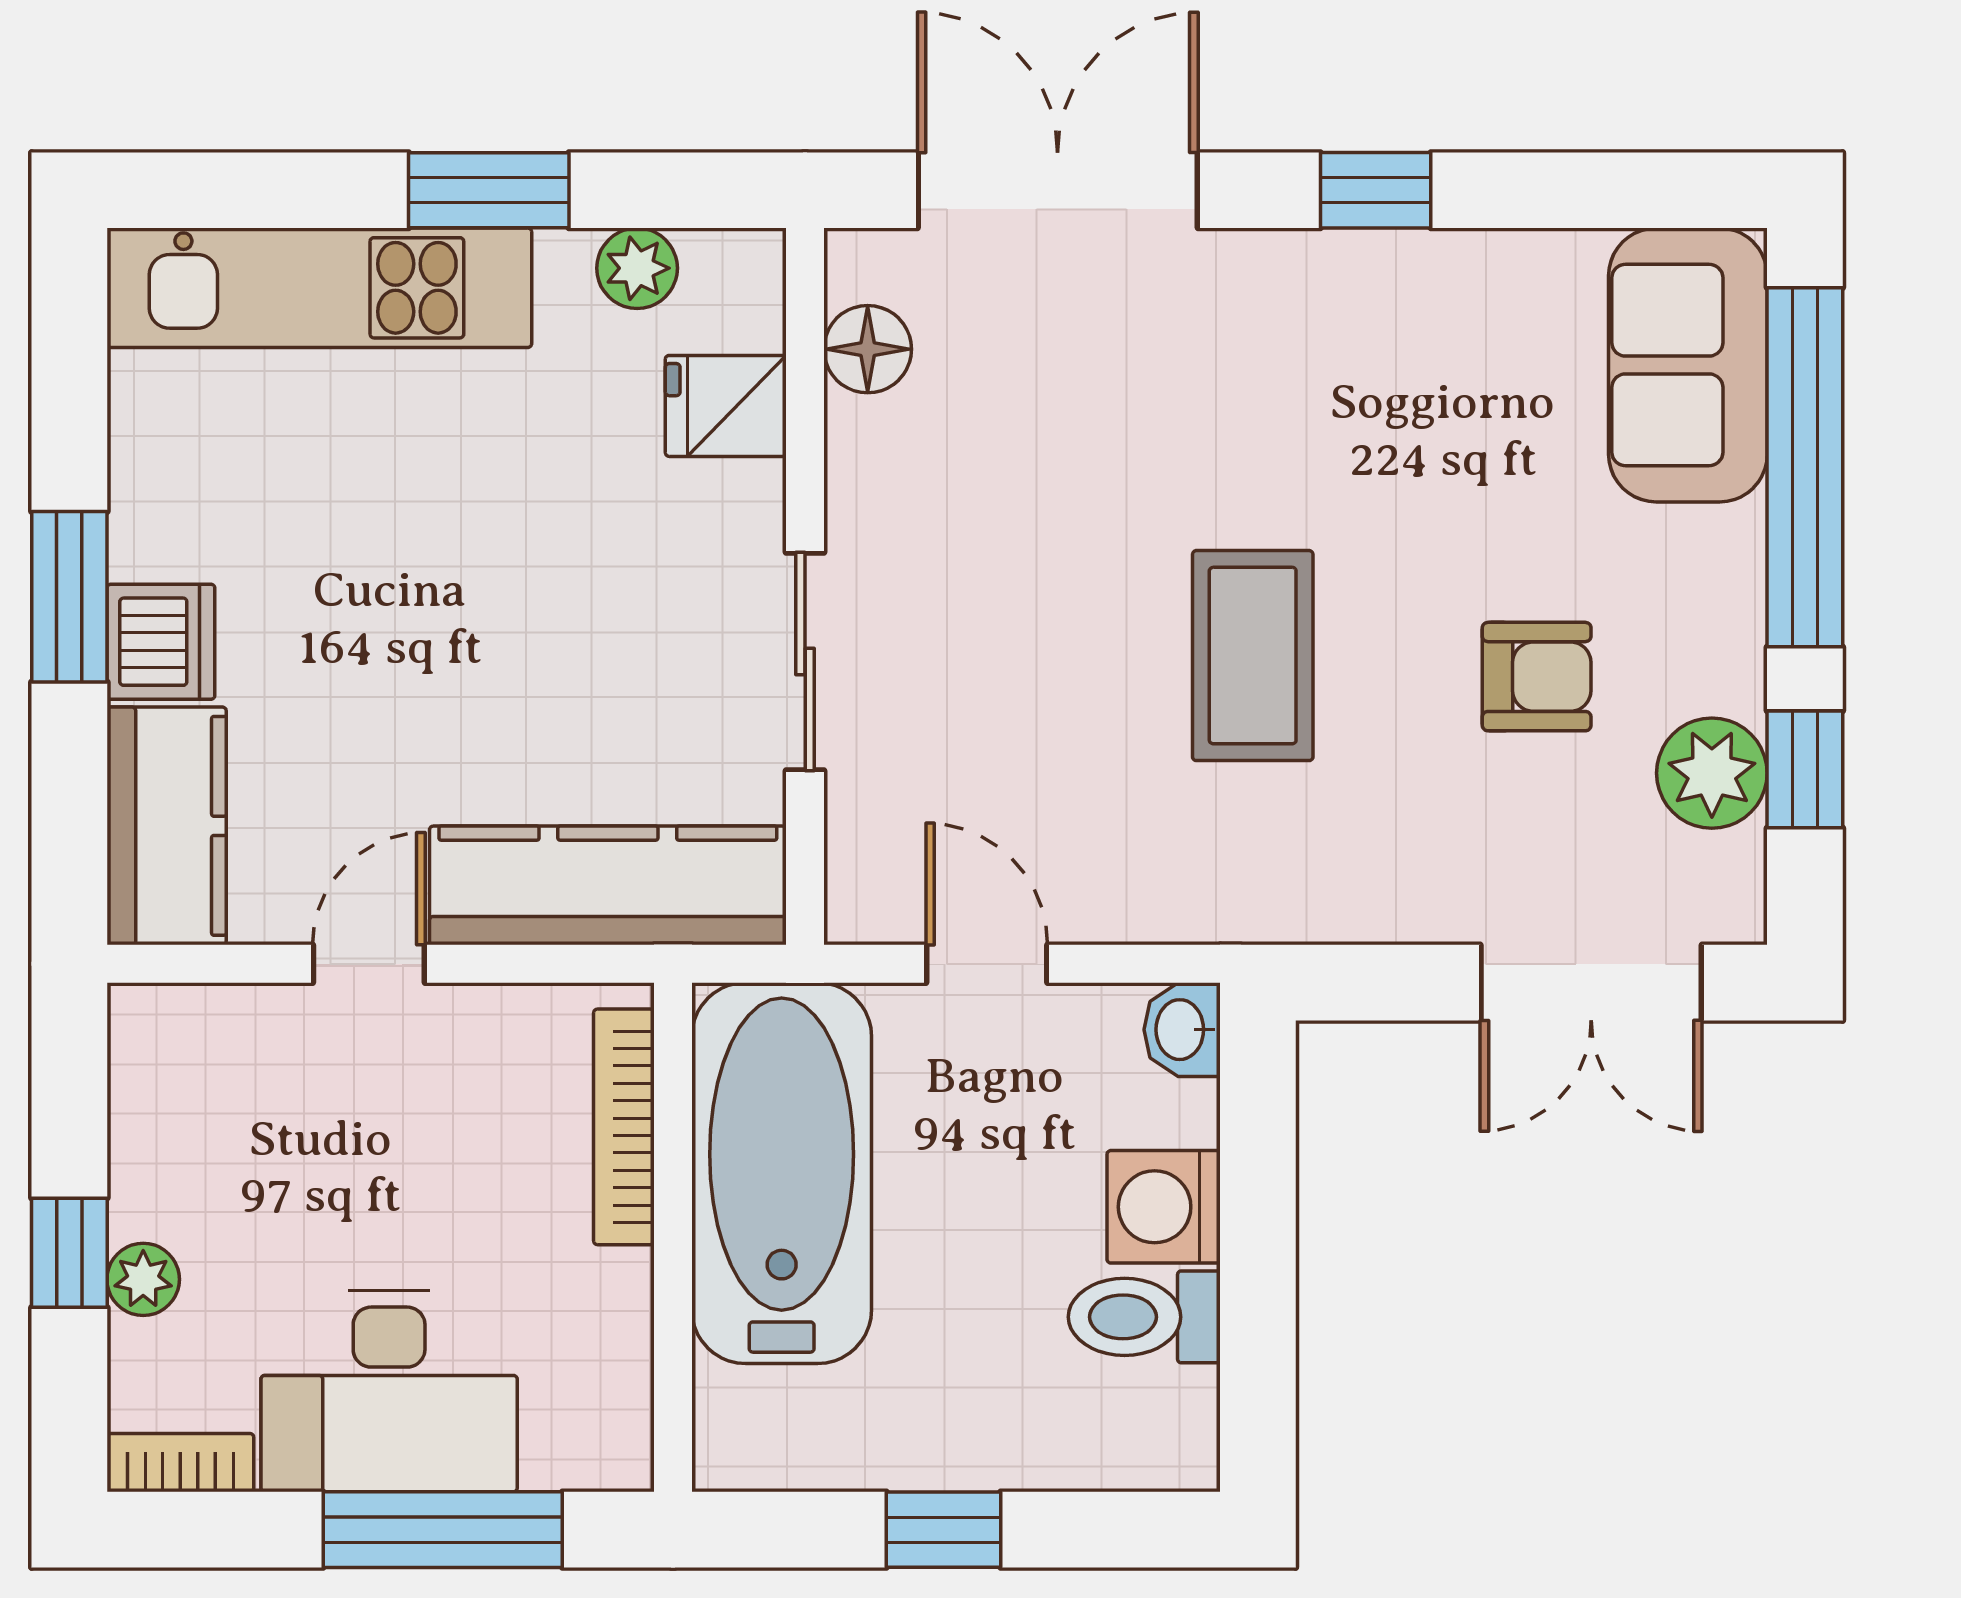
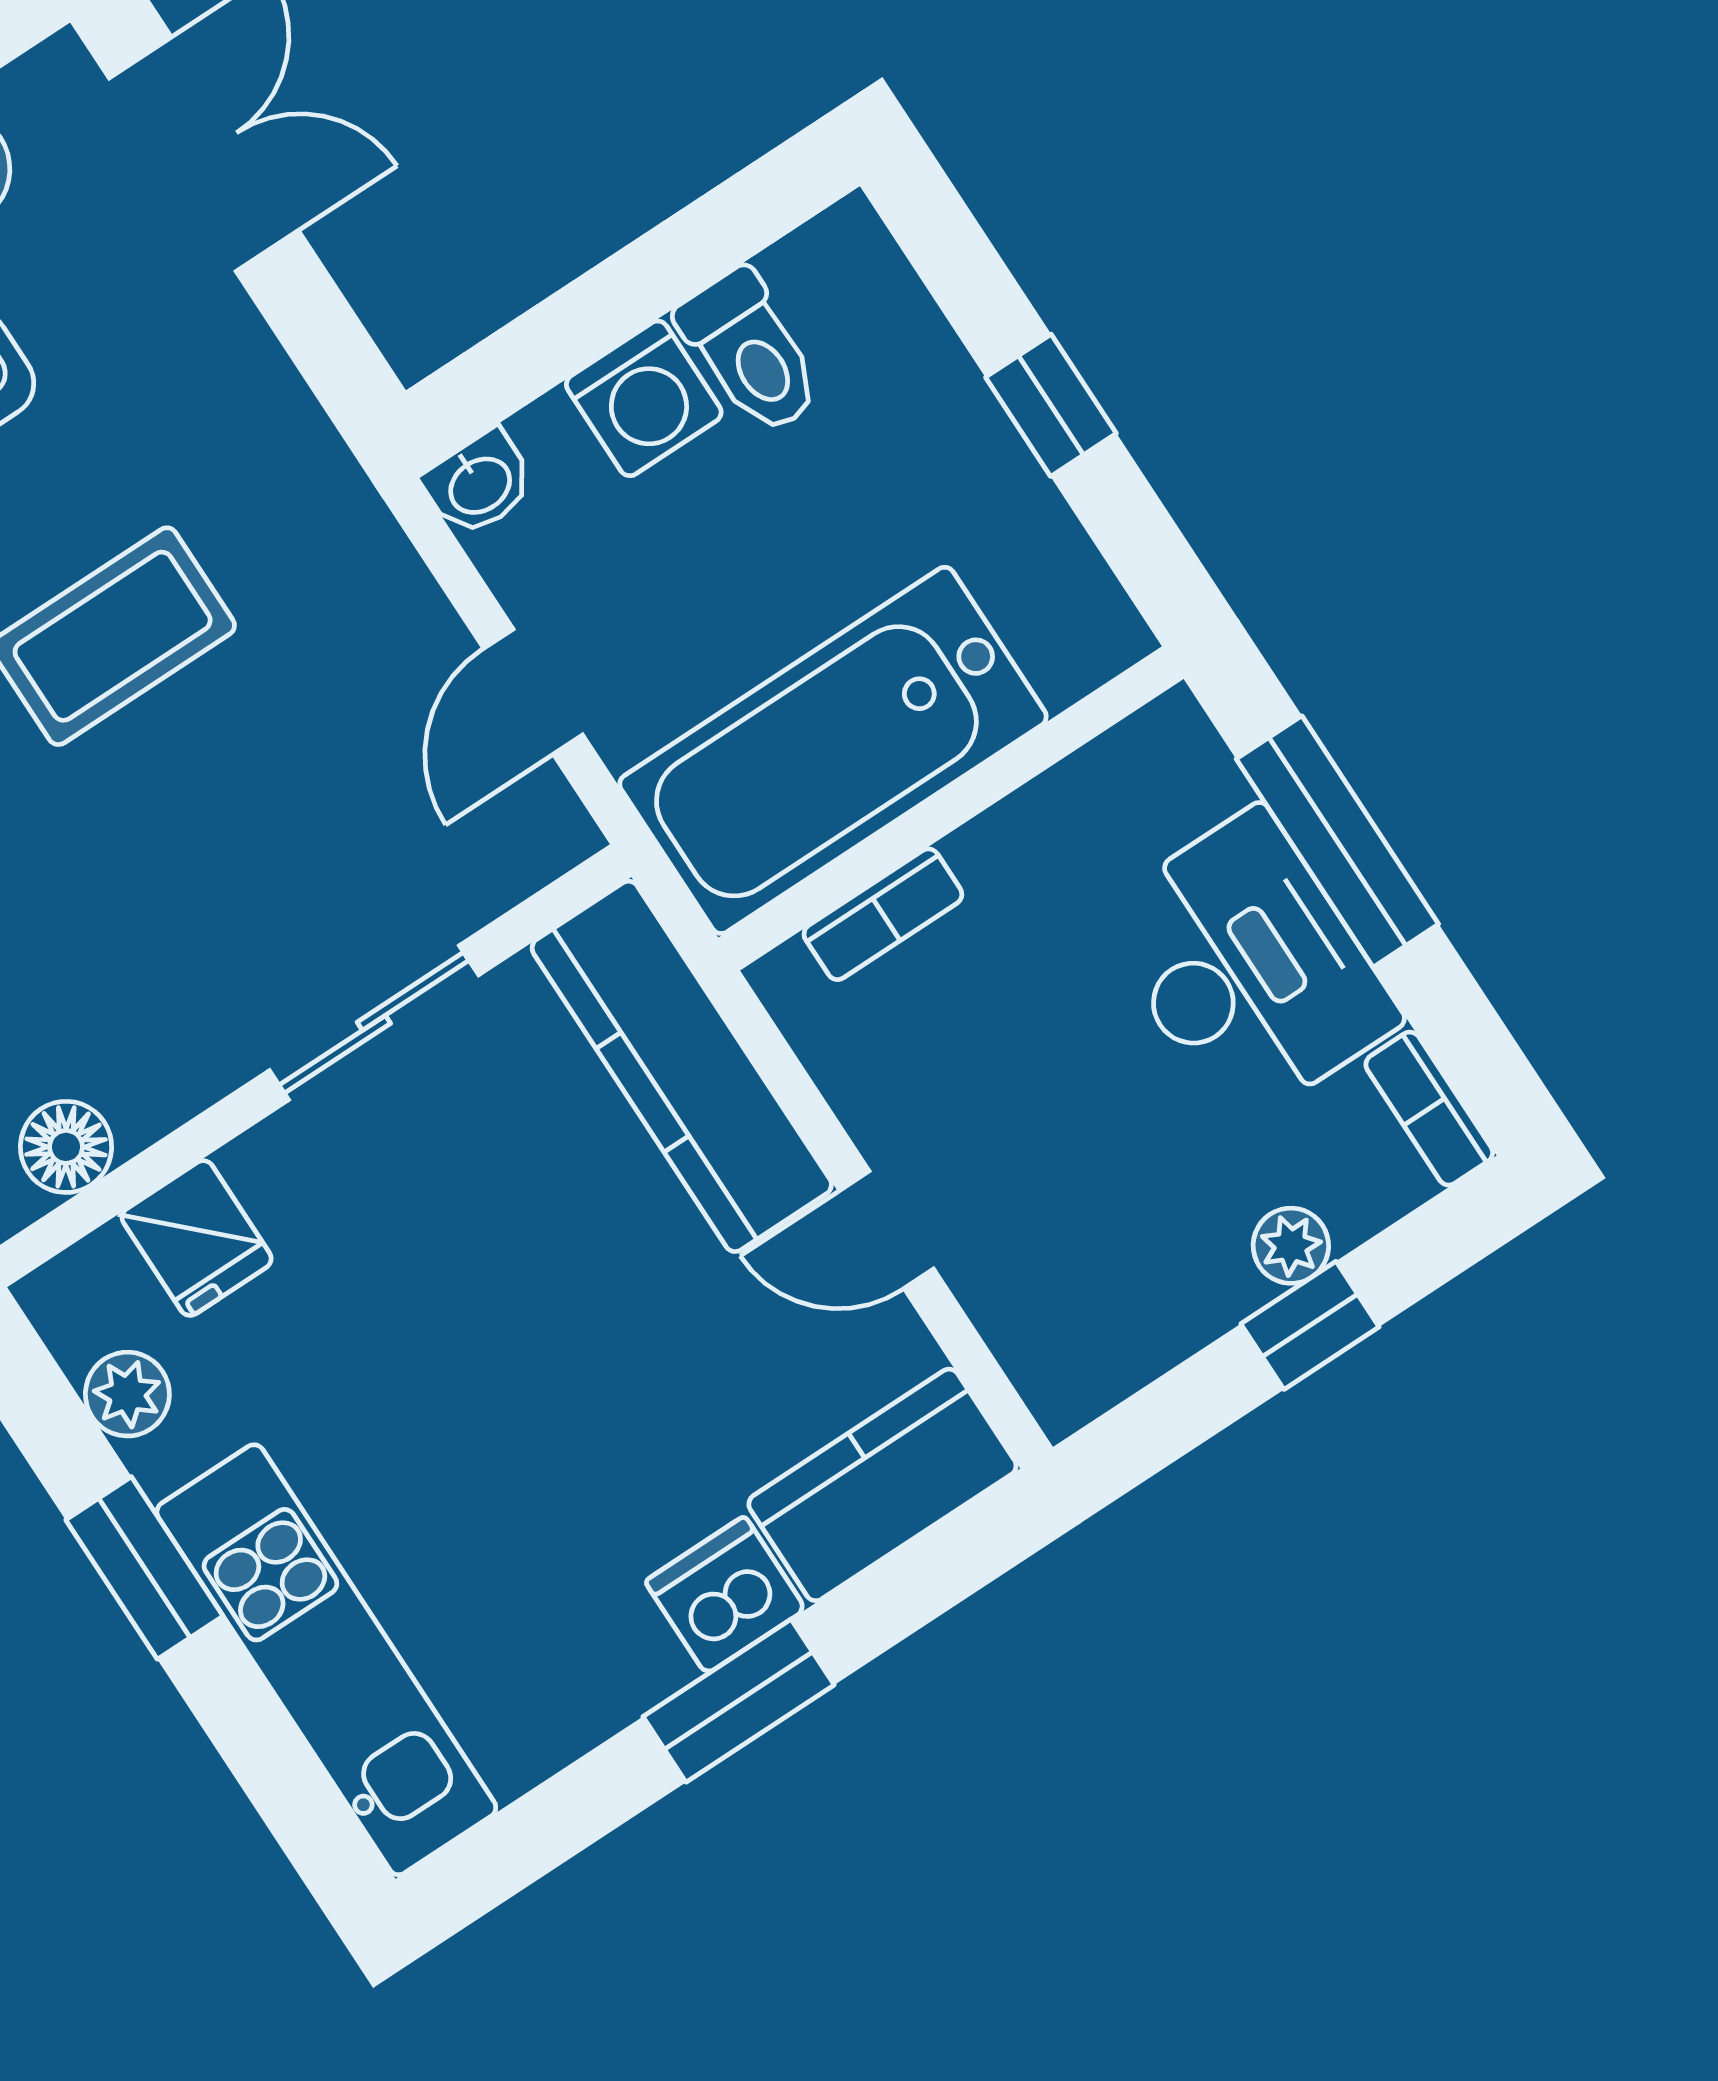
bookcase: (624, 1127) -> (883, 914), width x0.64

